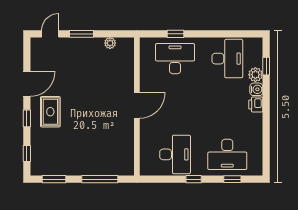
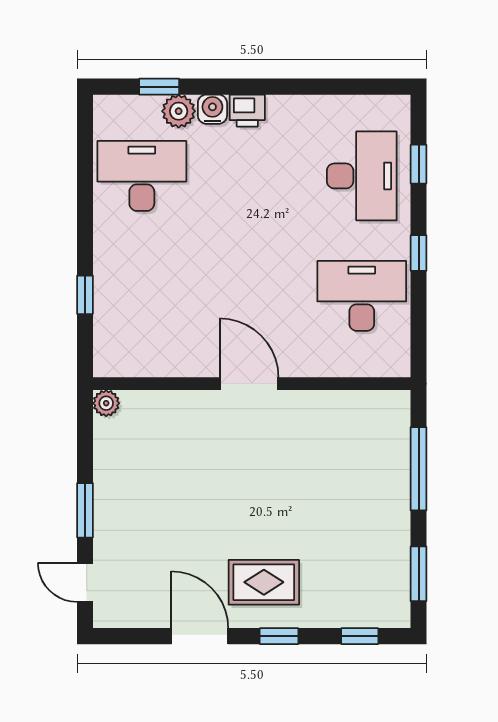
plant: (110, 43) -> (106, 403), moved
desk: (175, 59) -> (142, 296), removed

